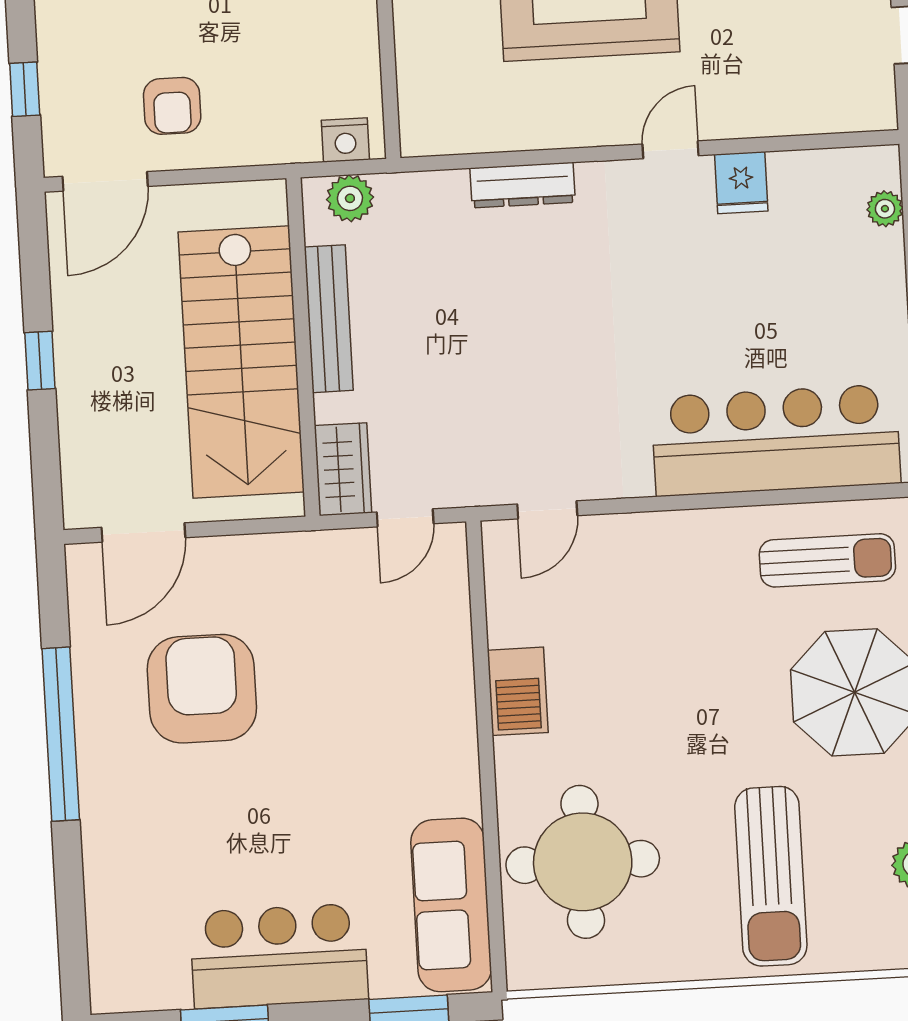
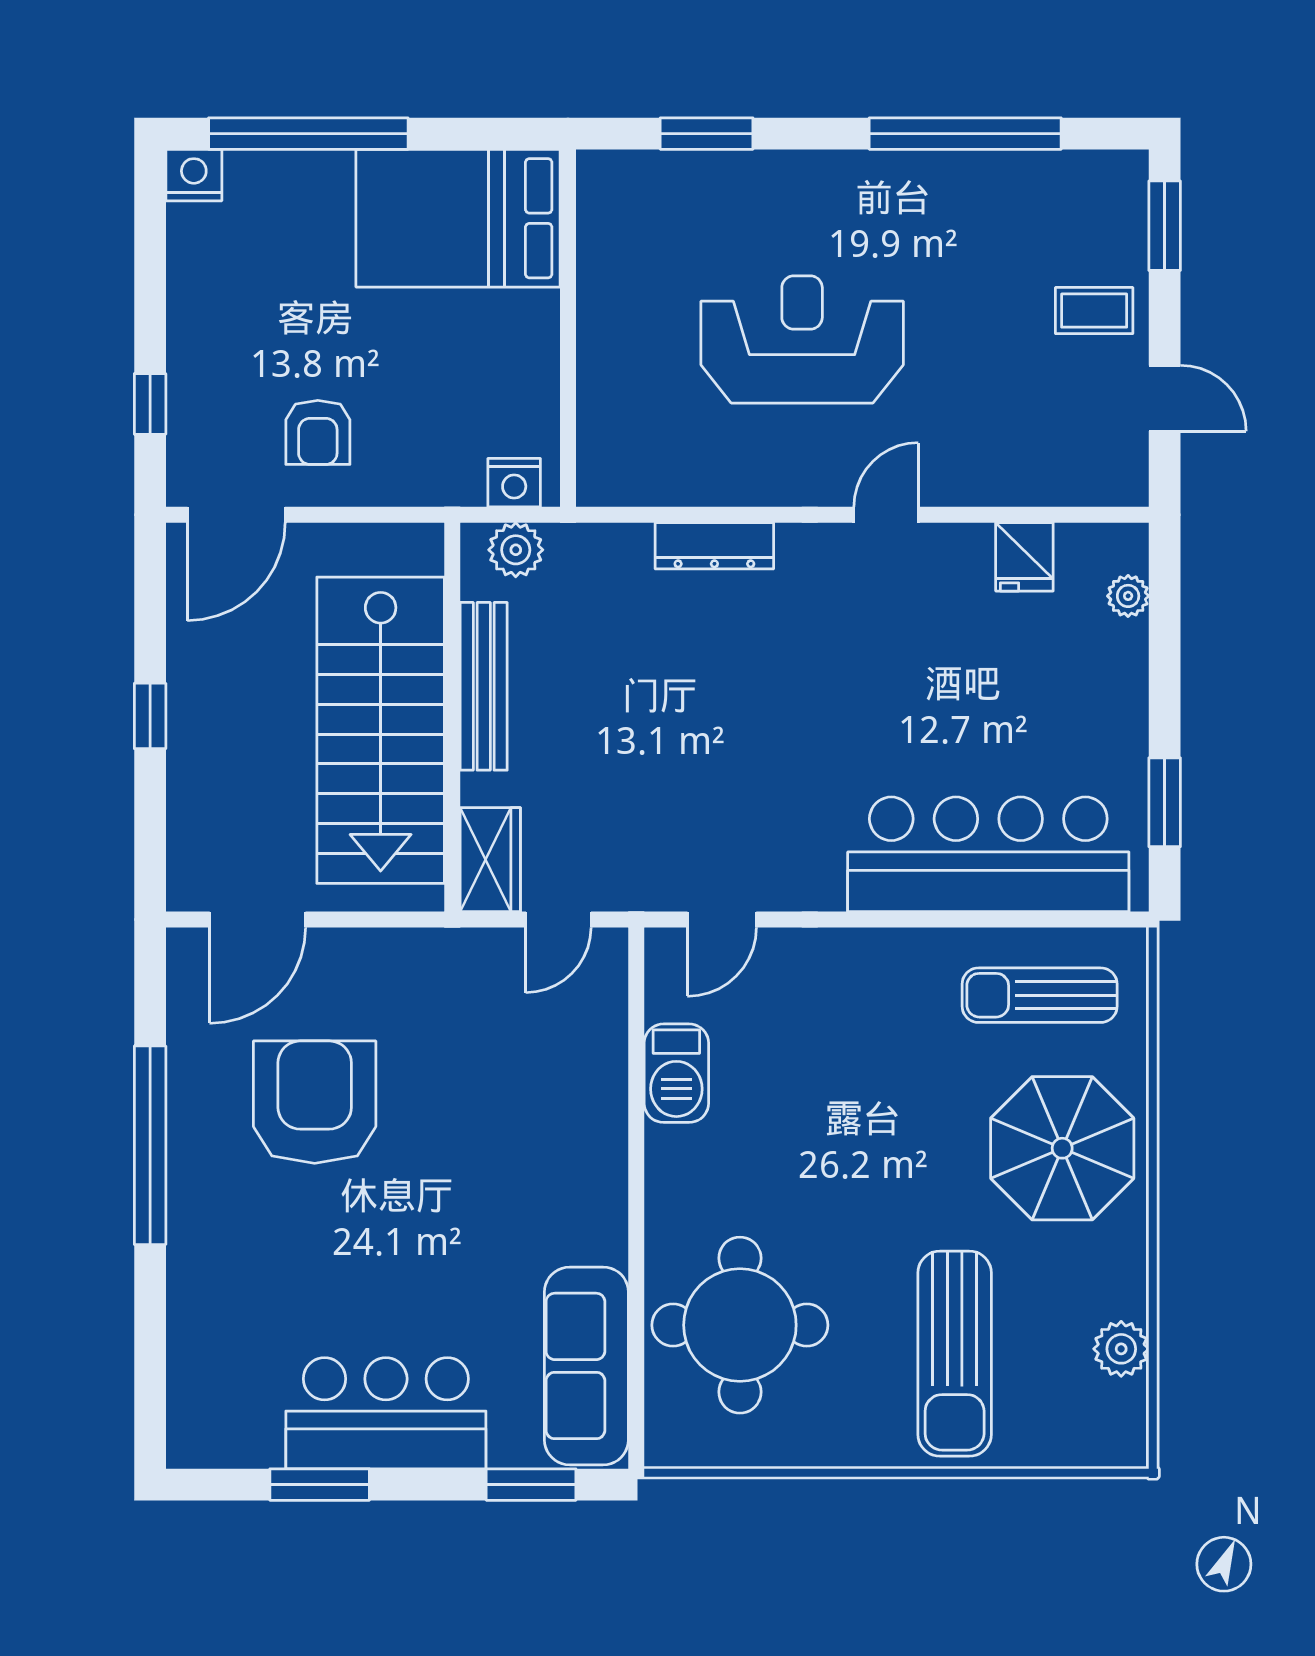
fridge: (741, 183) -> (1024, 557), moved
sun lounger: (827, 560) -> (1040, 995), turned 180
barbecue: (518, 691) -> (676, 1073), moved

